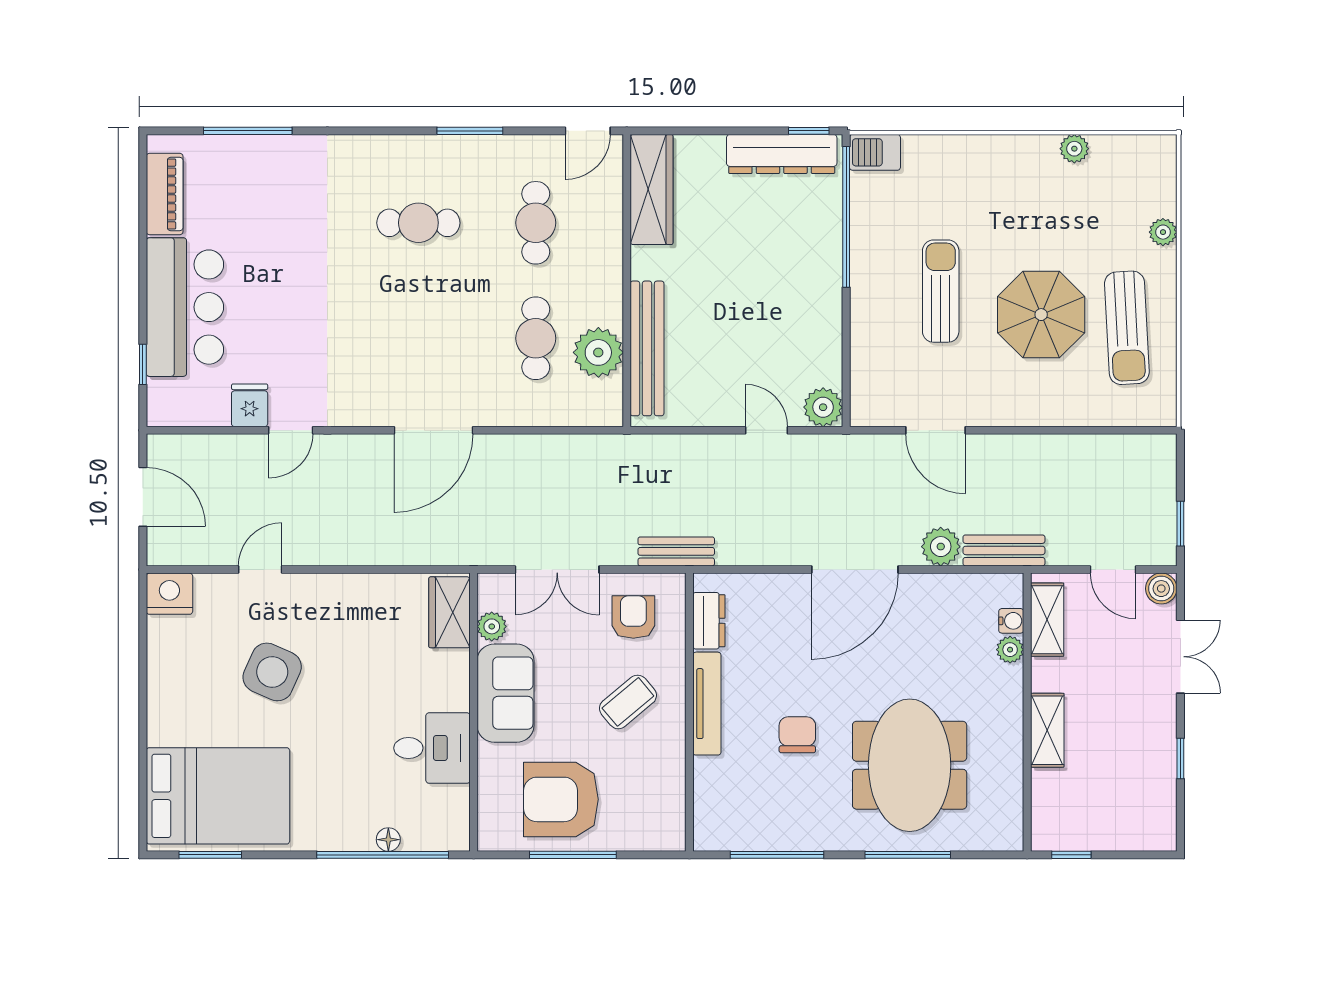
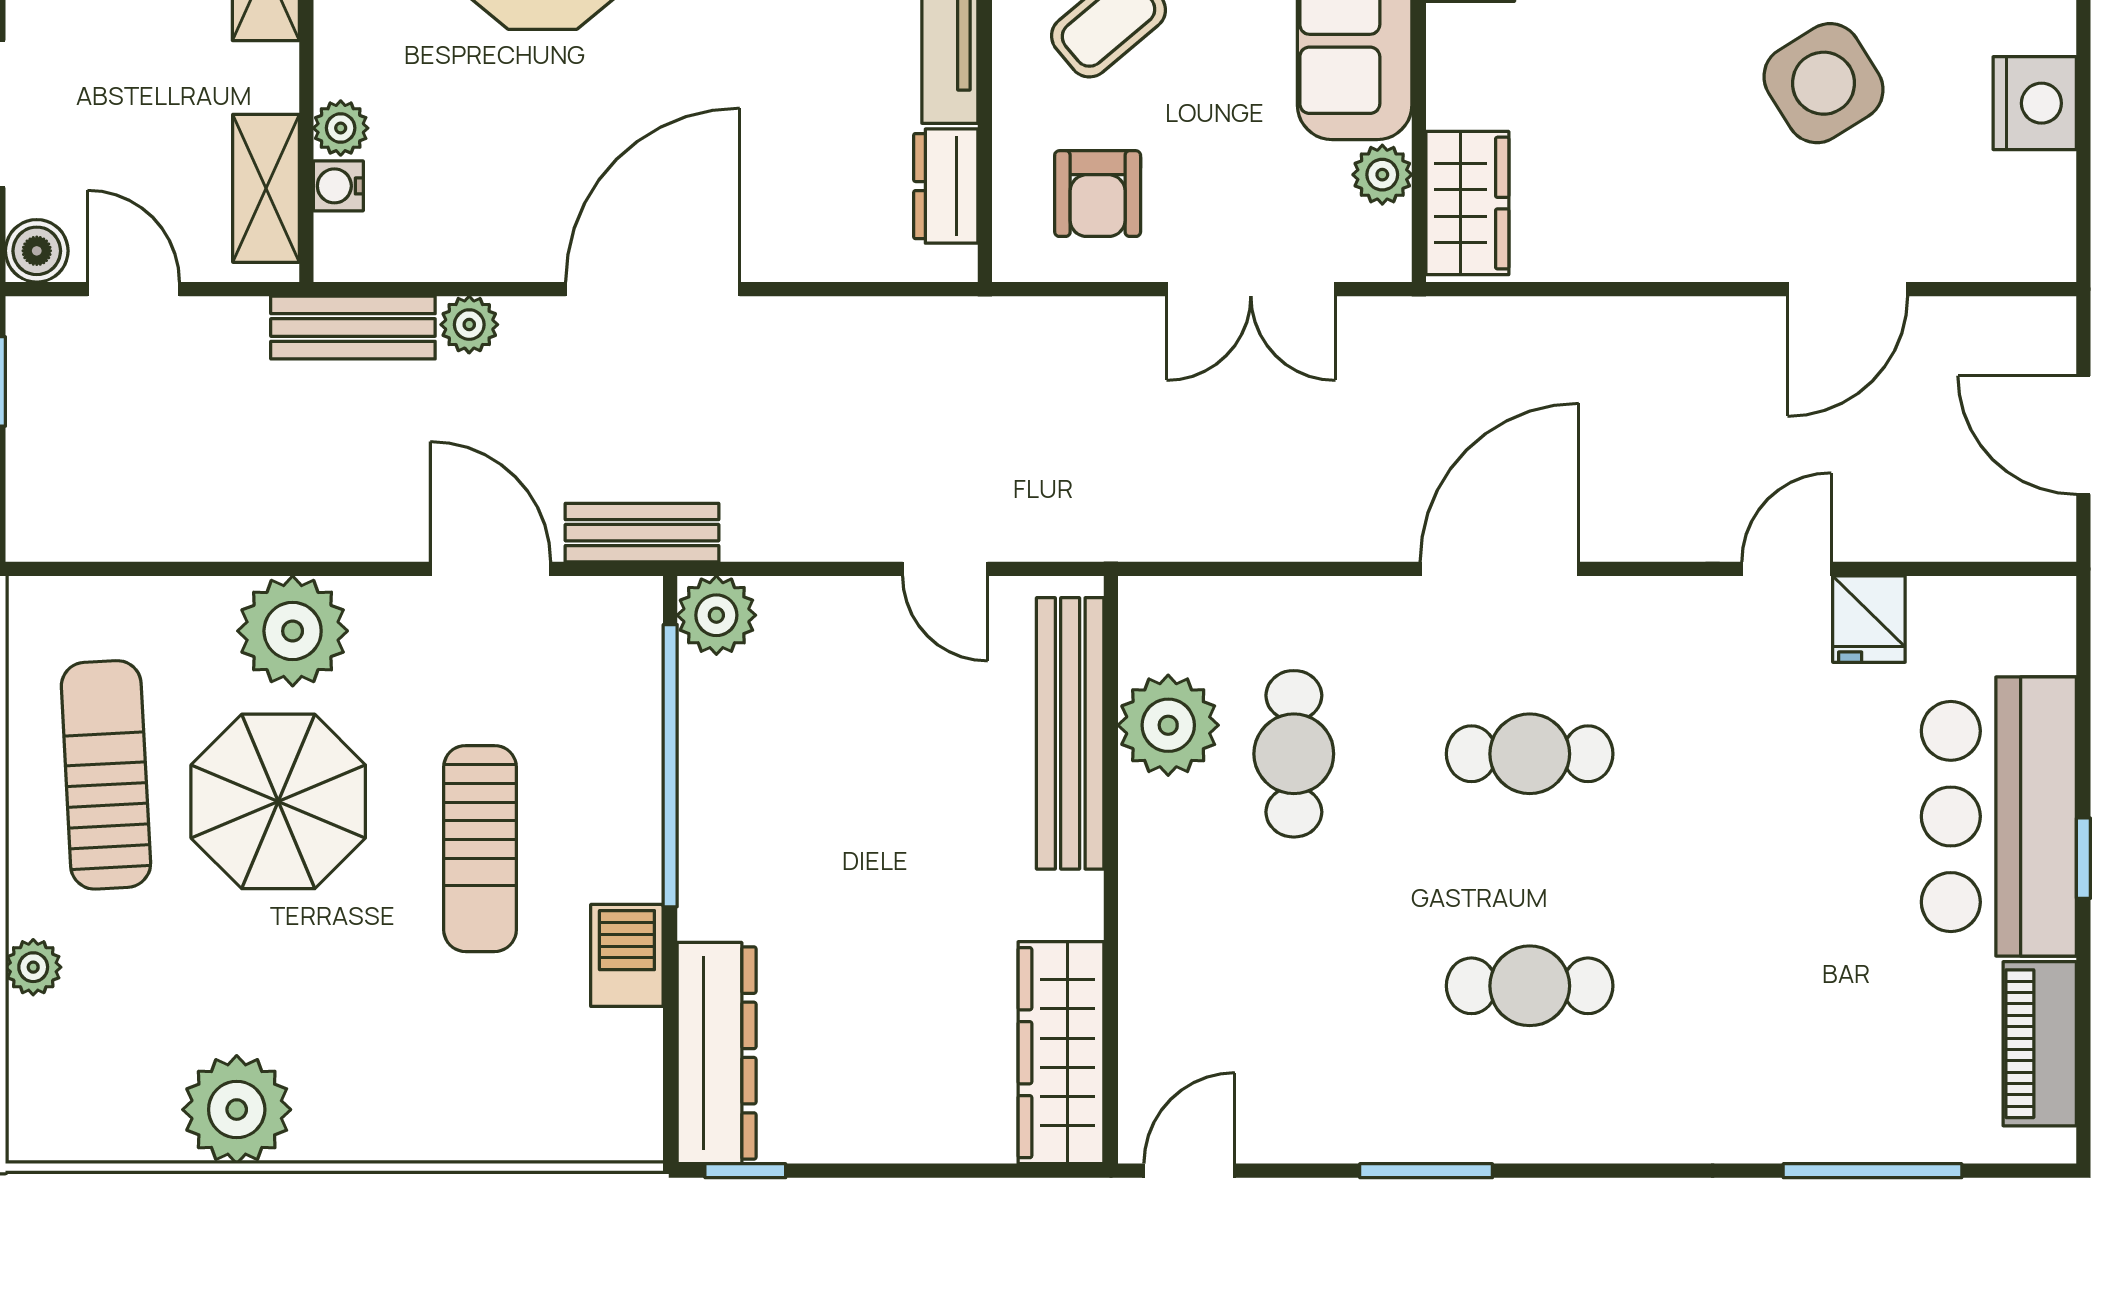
plant: (1074, 149) -> (237, 1110), width x1.88, depth x1.88
barbecue: (875, 152) -> (627, 955), moved, turned -90
dresser: (782, 154) -> (717, 1053), moved, turned 90
window: (846, 217) -> (670, 766), moved
cafe table: (536, 223) -> (1530, 754), moved, turned 90
window: (143, 364) -> (2083, 858), moved
plant: (1034, 399) -> (293, 631), added
door: (767, 430) -> (945, 569), moved
plant: (941, 547) -> (469, 325), width x0.73, depth x0.73
bench: (676, 551) -> (642, 533), moved
door: (260, 569) -> (1848, 289), width x1.38
double door: (557, 569) -> (1251, 289), swing flipped
nightstand: (169, 594) -> (2035, 103), moved, turned -90
side table: (272, 672) -> (1824, 83), turned 34

